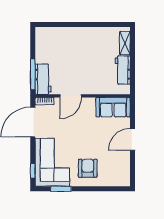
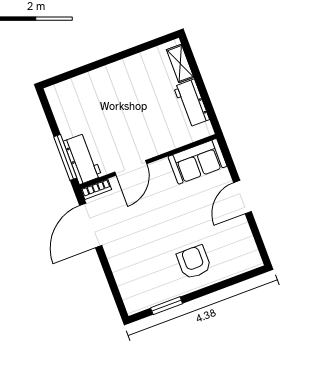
corner sofa: (52, 162) -> (140, 273), removed
window: (33, 171) -> (117, 295), removed

